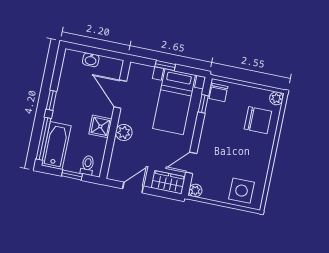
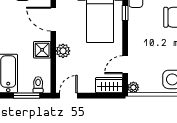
window: (72, 175) -> (27, 96), width x1.50
door: (133, 187) -> (68, 96), moved

